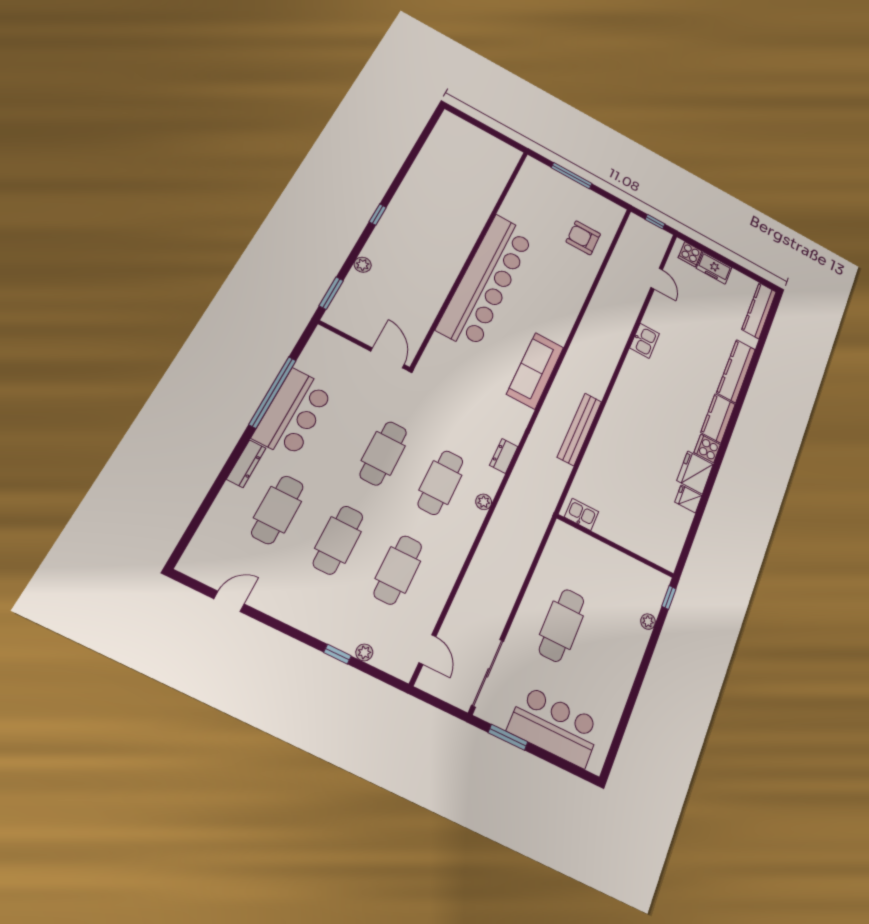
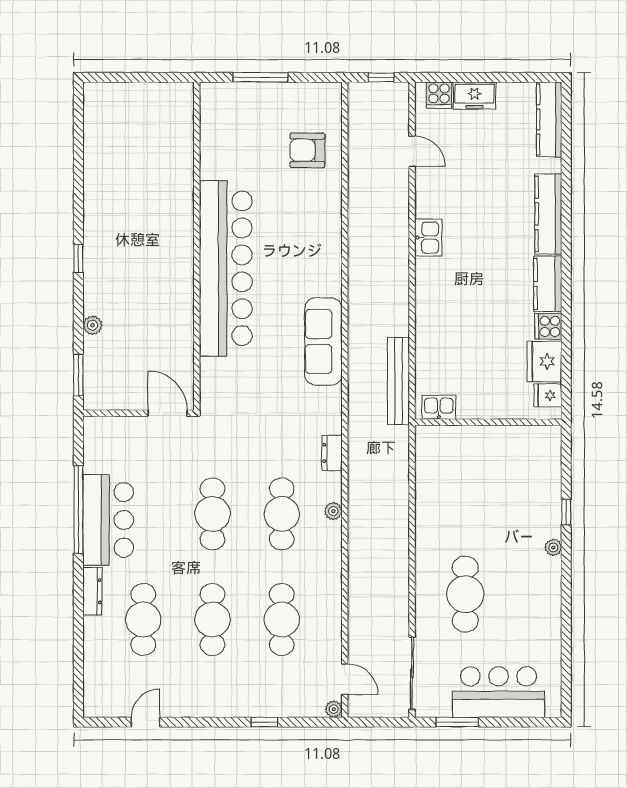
kitchen sink: (581, 514) -> (439, 407), moved
wall: (615, 546) -> (488, 422), moved
plant: (364, 652) -> (334, 709), moved

